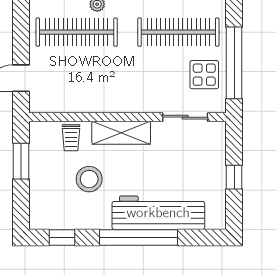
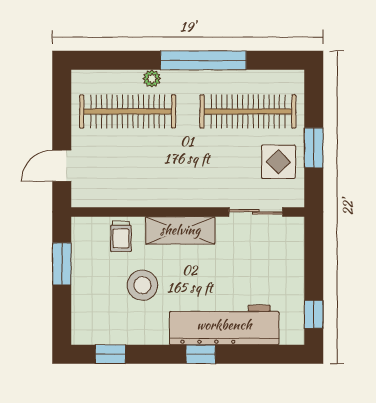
window: (234, 63) -> (314, 148), width x0.47
window: (234, 177) -> (314, 314), moved
window: (138, 237) -> (201, 354), width x0.32

